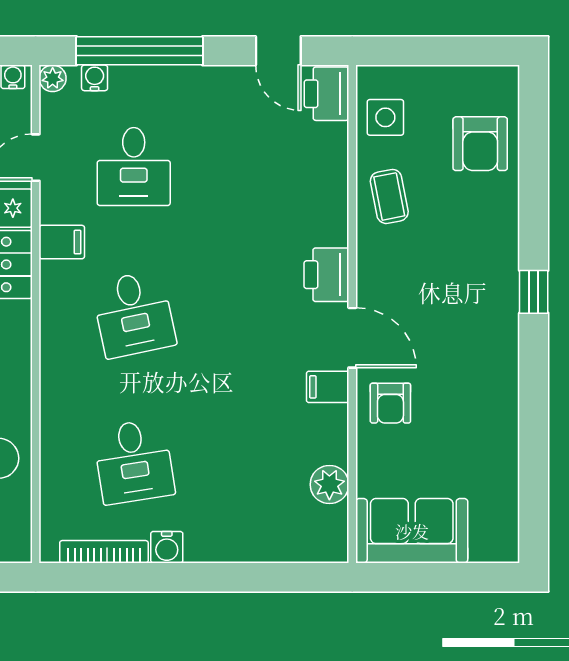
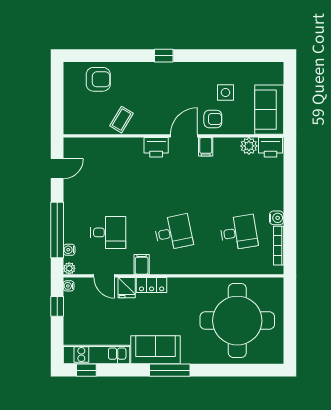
printer: (327, 94) -> (270, 147), moved
side table: (385, 117) -> (226, 93), moved
coffee table: (389, 196) -> (122, 120), turned -48

